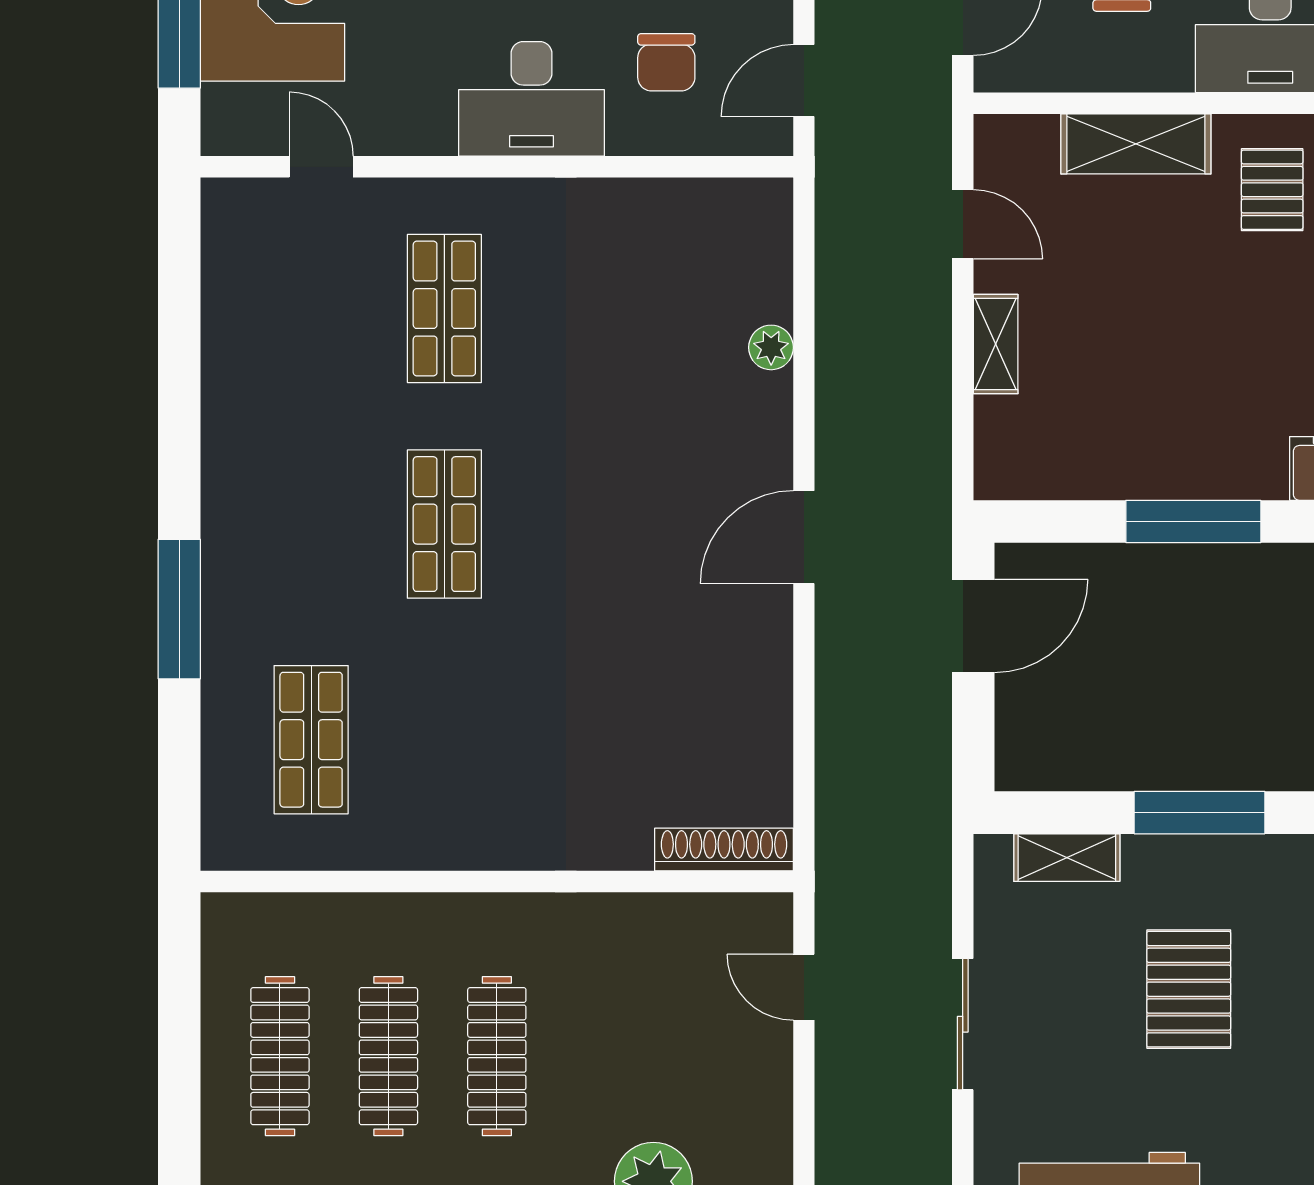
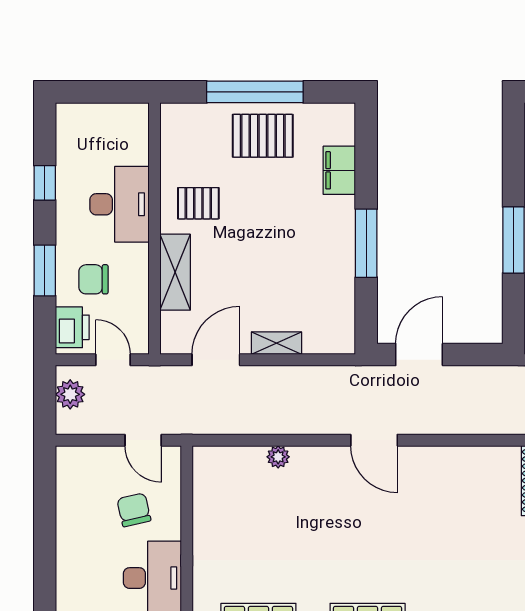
chair: (666, 62) -> (134, 510), turned -103
door: (963, 224) -> (216, 360), width x1.38
door: (973, 626) -> (419, 354), hinge flipped

